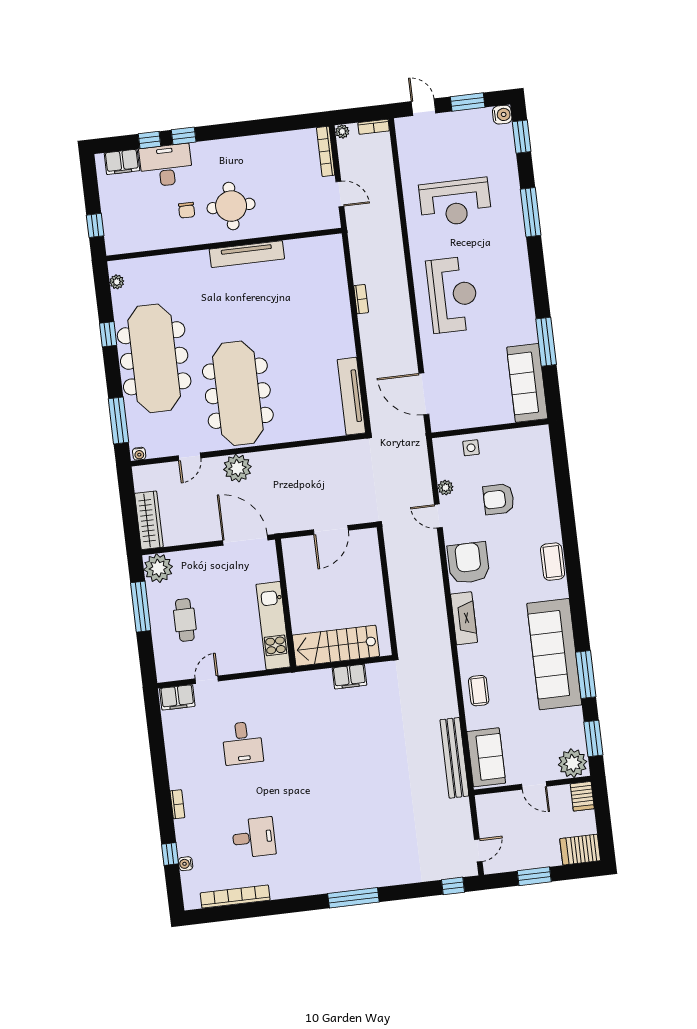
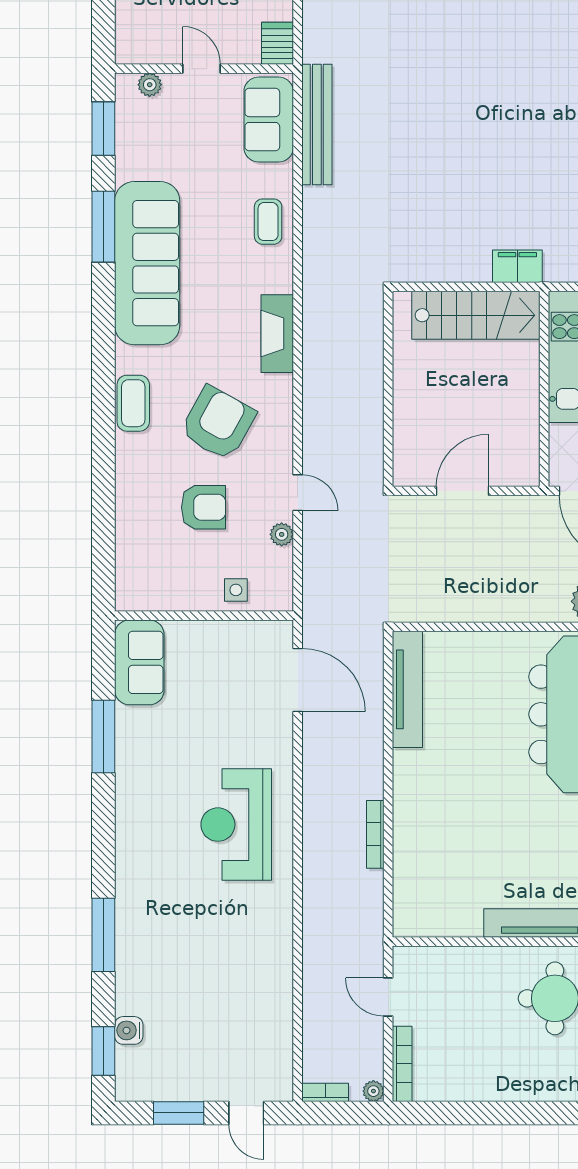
water cooler: (502, 115) -> (129, 1030), moved
reception desk: (455, 202) -> (216, 964), removed
bookcase: (361, 299) -> (375, 834), width x1.56
sofa: (527, 383) -> (139, 662), width x0.73
armchair: (469, 563) -> (218, 423), moved, turned -151
filing cabinet: (349, 677) -> (517, 266), moved
plant: (573, 763) -> (150, 85), width x0.53, depth x0.53
server rack: (582, 796) -> (277, 43), moved

